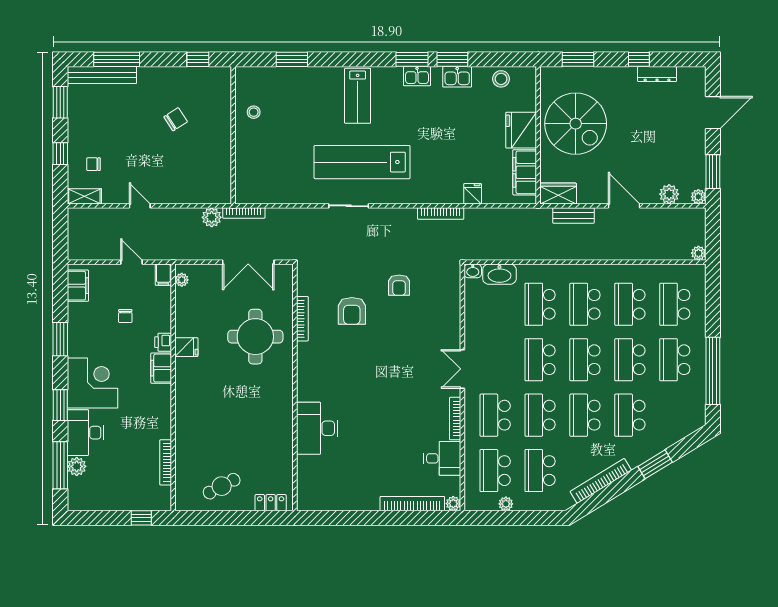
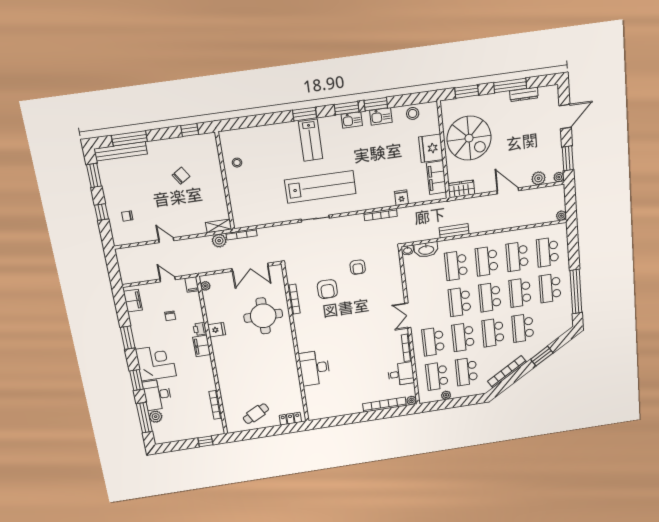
window: (292, 59) -> (305, 114), moved
window: (639, 59) -> (510, 85), width x2.17
lab bench: (362, 162) -> (320, 187), turned 180
shelving: (84, 196) -> (219, 226), moved
bench: (573, 215) -> (454, 231), moved

